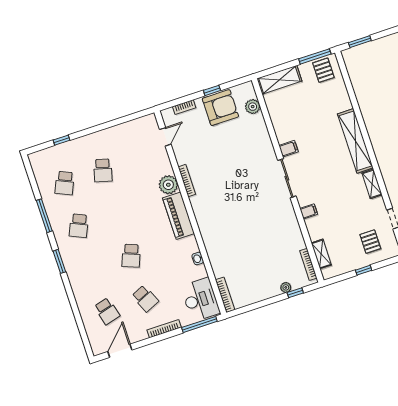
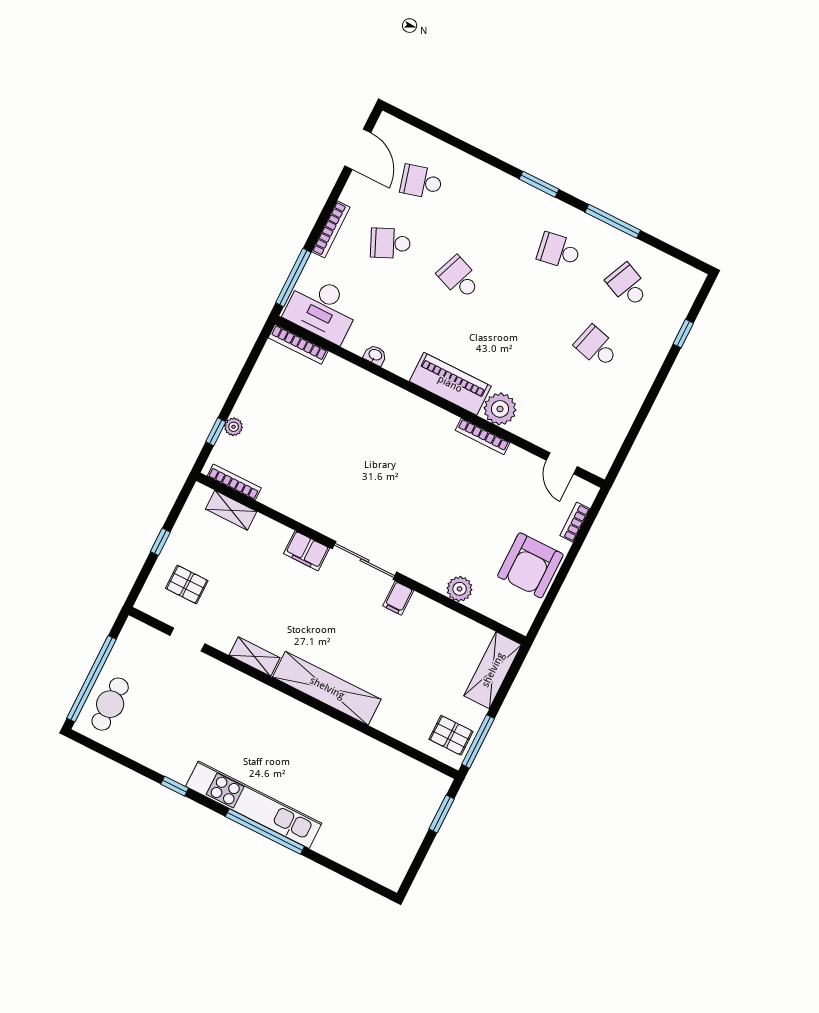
window: (212, 90) -> (561, 576), removed
plant: (253, 107) -> (460, 589), moved
filing cabinet: (309, 211) -> (307, 551), width x2.00
school desk: (79, 226) -> (559, 251), turned -33

